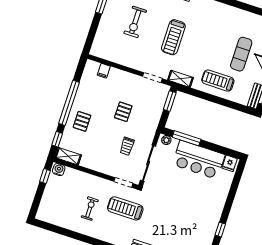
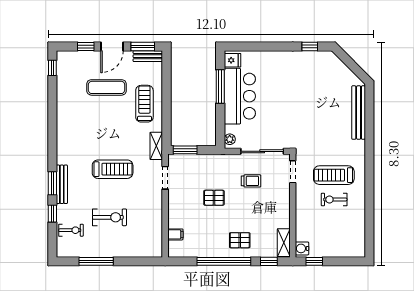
treadmill: (218, 81) -> (144, 104), turned 180
window: (187, 138) -> (220, 86), moved
treadmill: (125, 208) -> (334, 175), moved, turned 90

